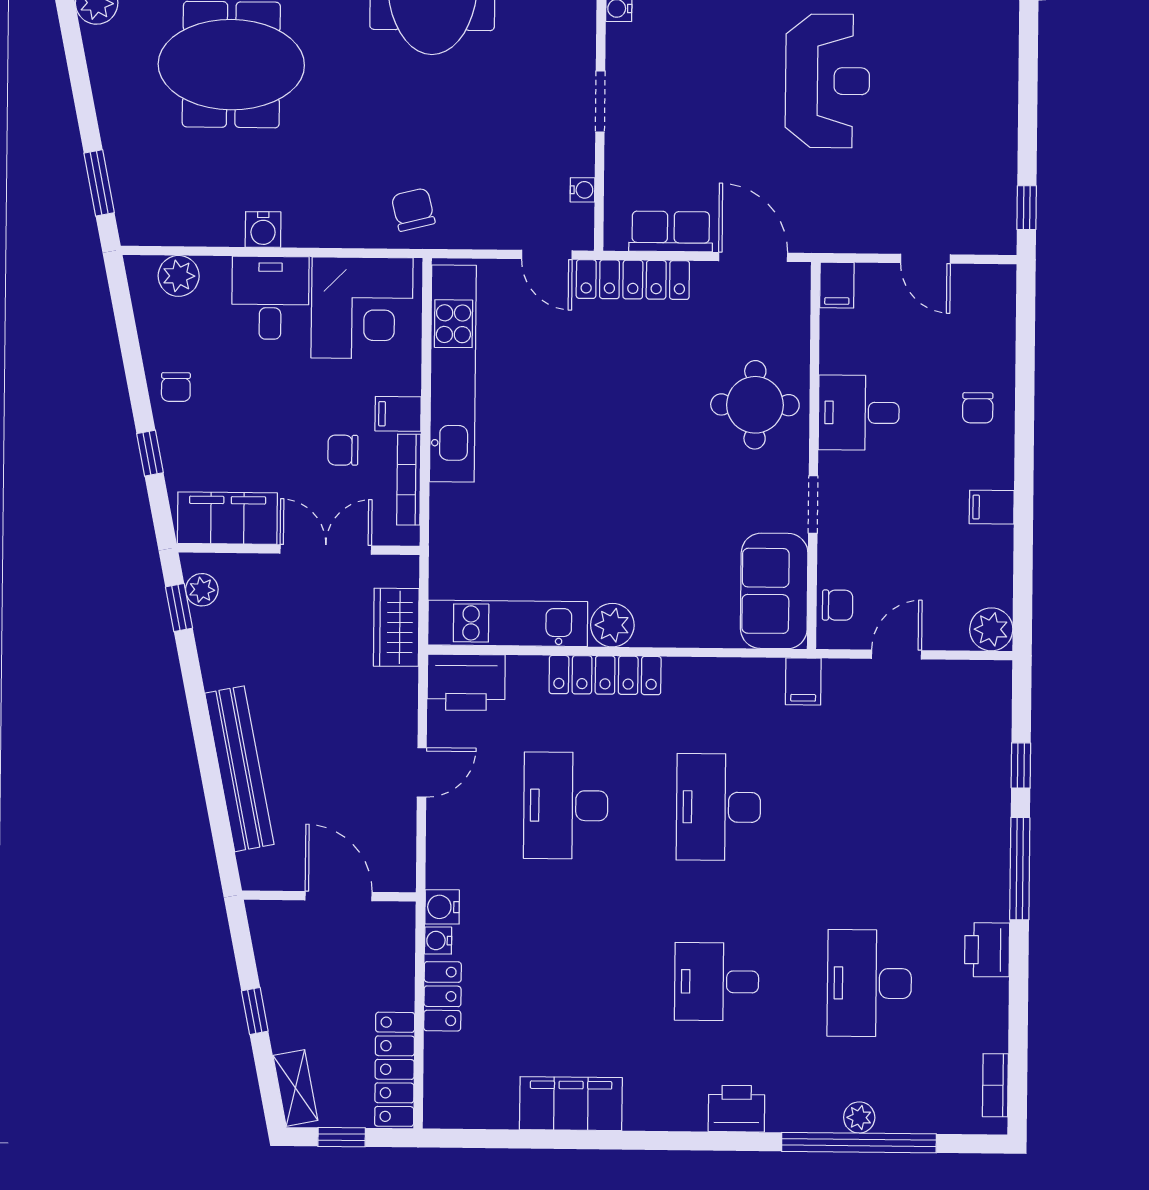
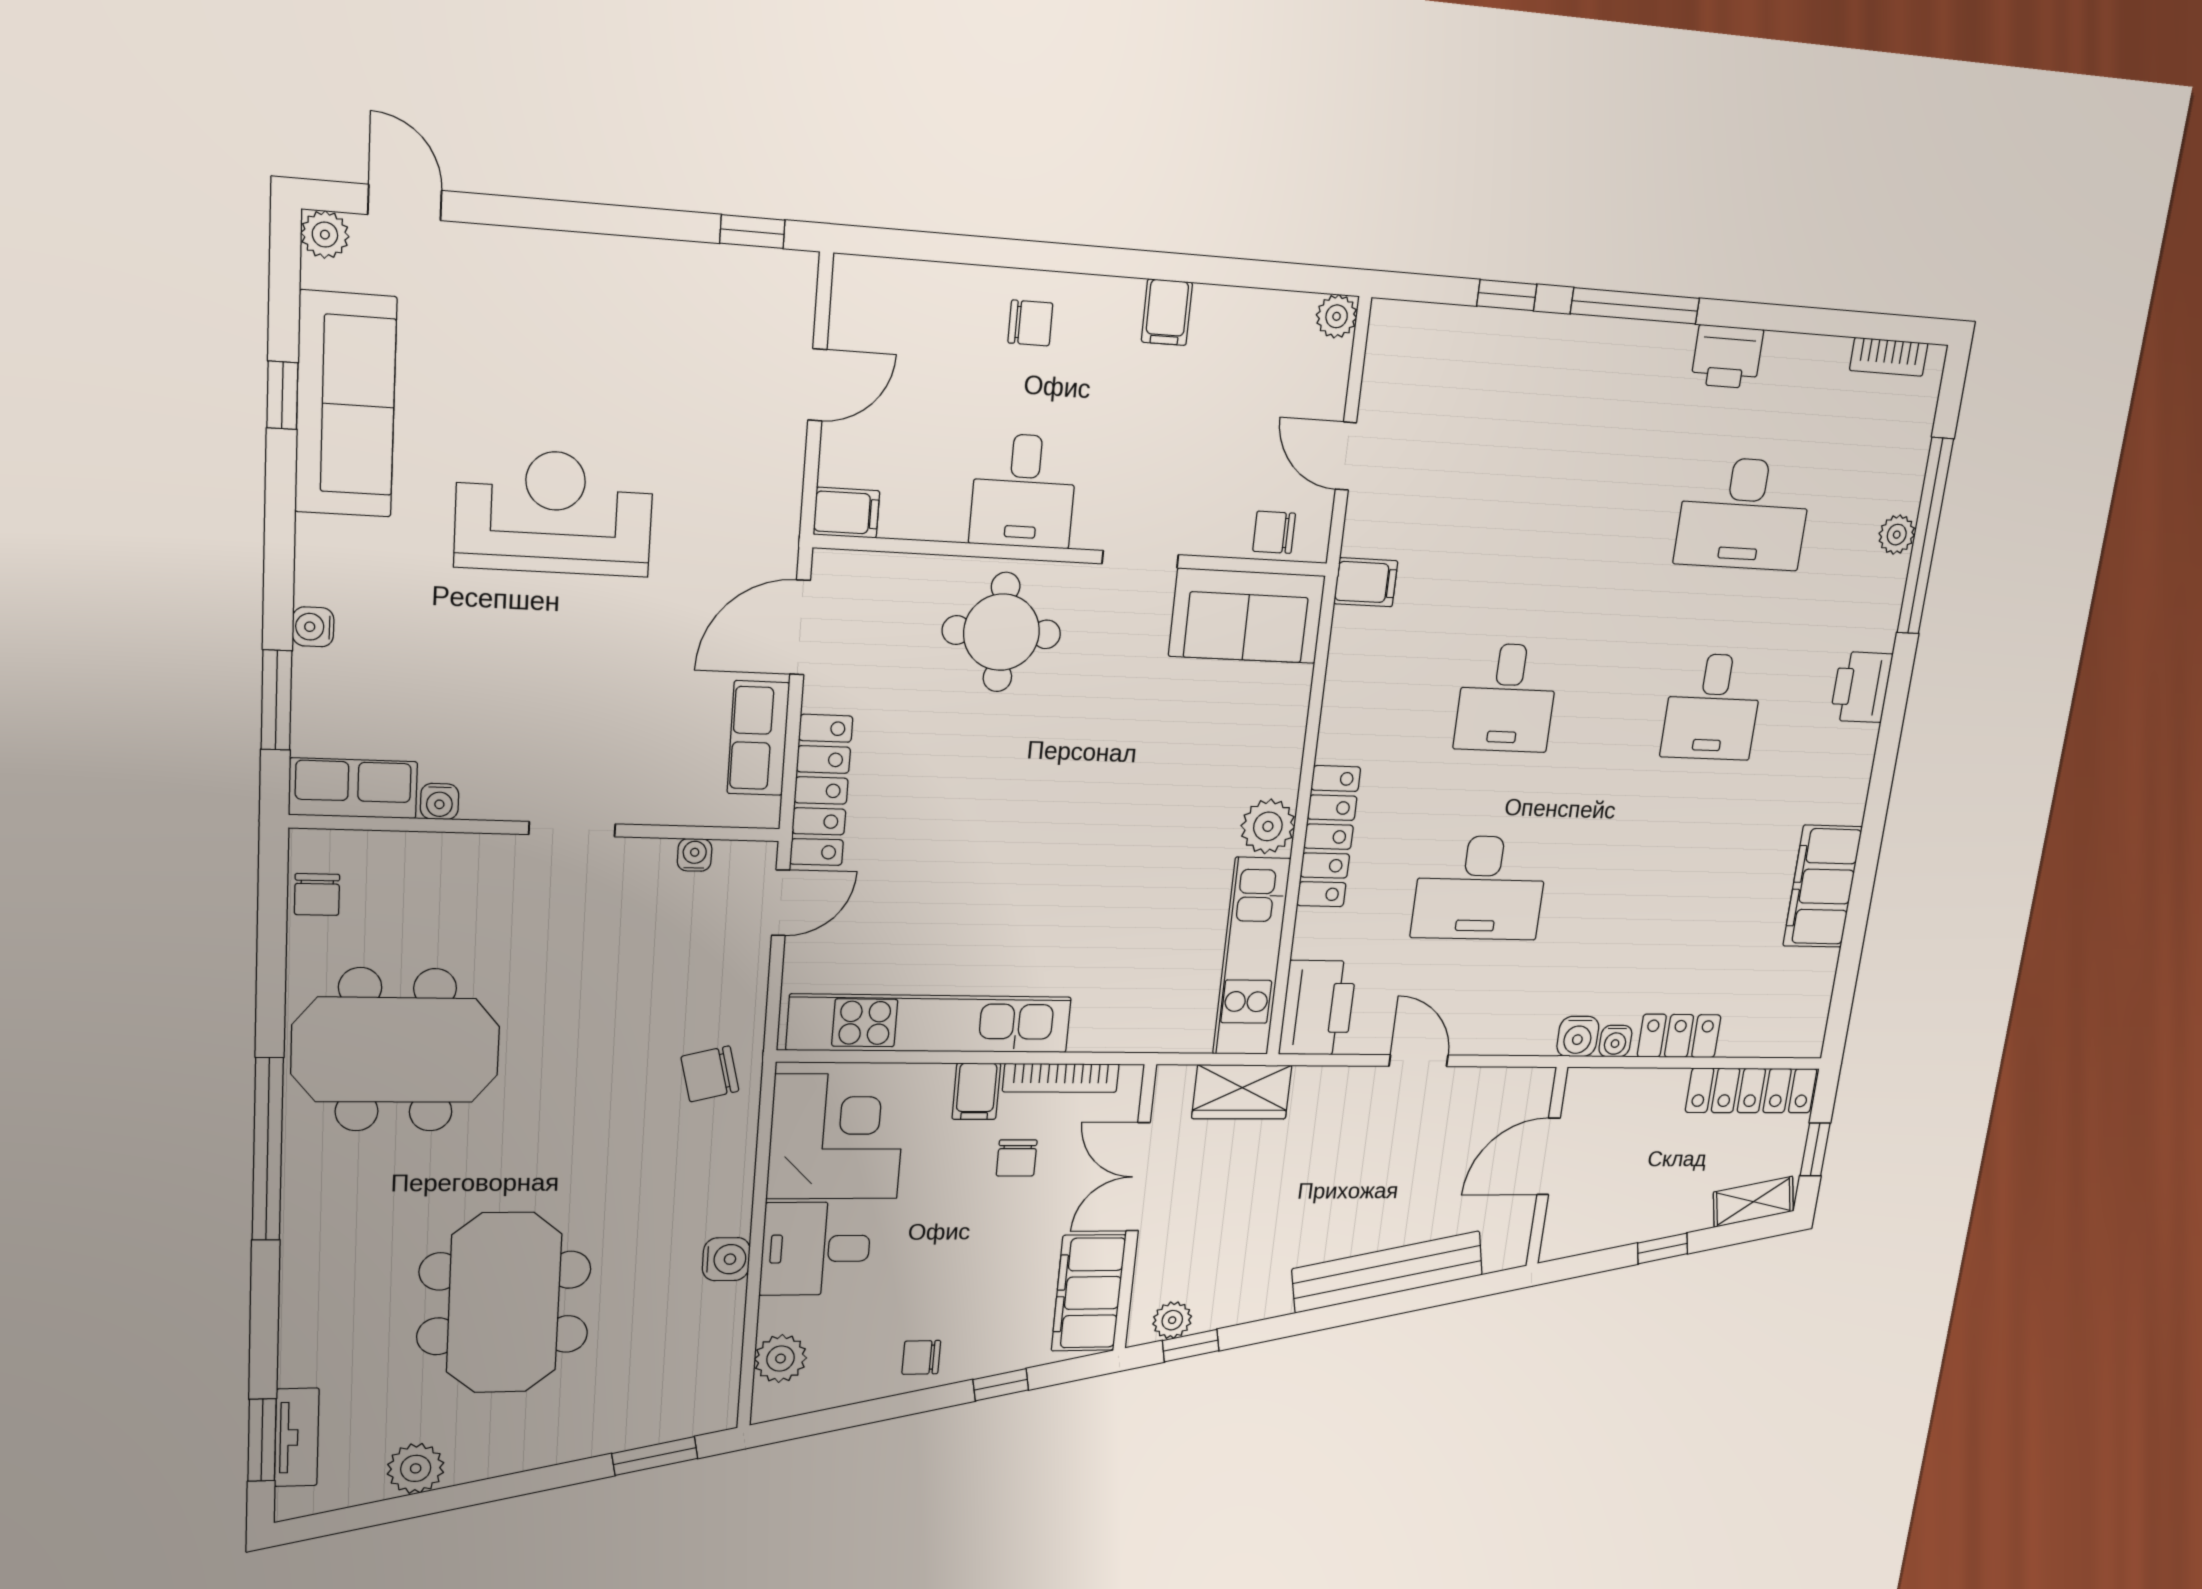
chair: (176, 387) -> (921, 1357), turned 180
chair: (838, 605) -> (1274, 532), turned -90
plant: (991, 629) -> (1337, 316), width x0.73, depth x0.73
desk: (718, 807) -> (1507, 698), width x0.73

